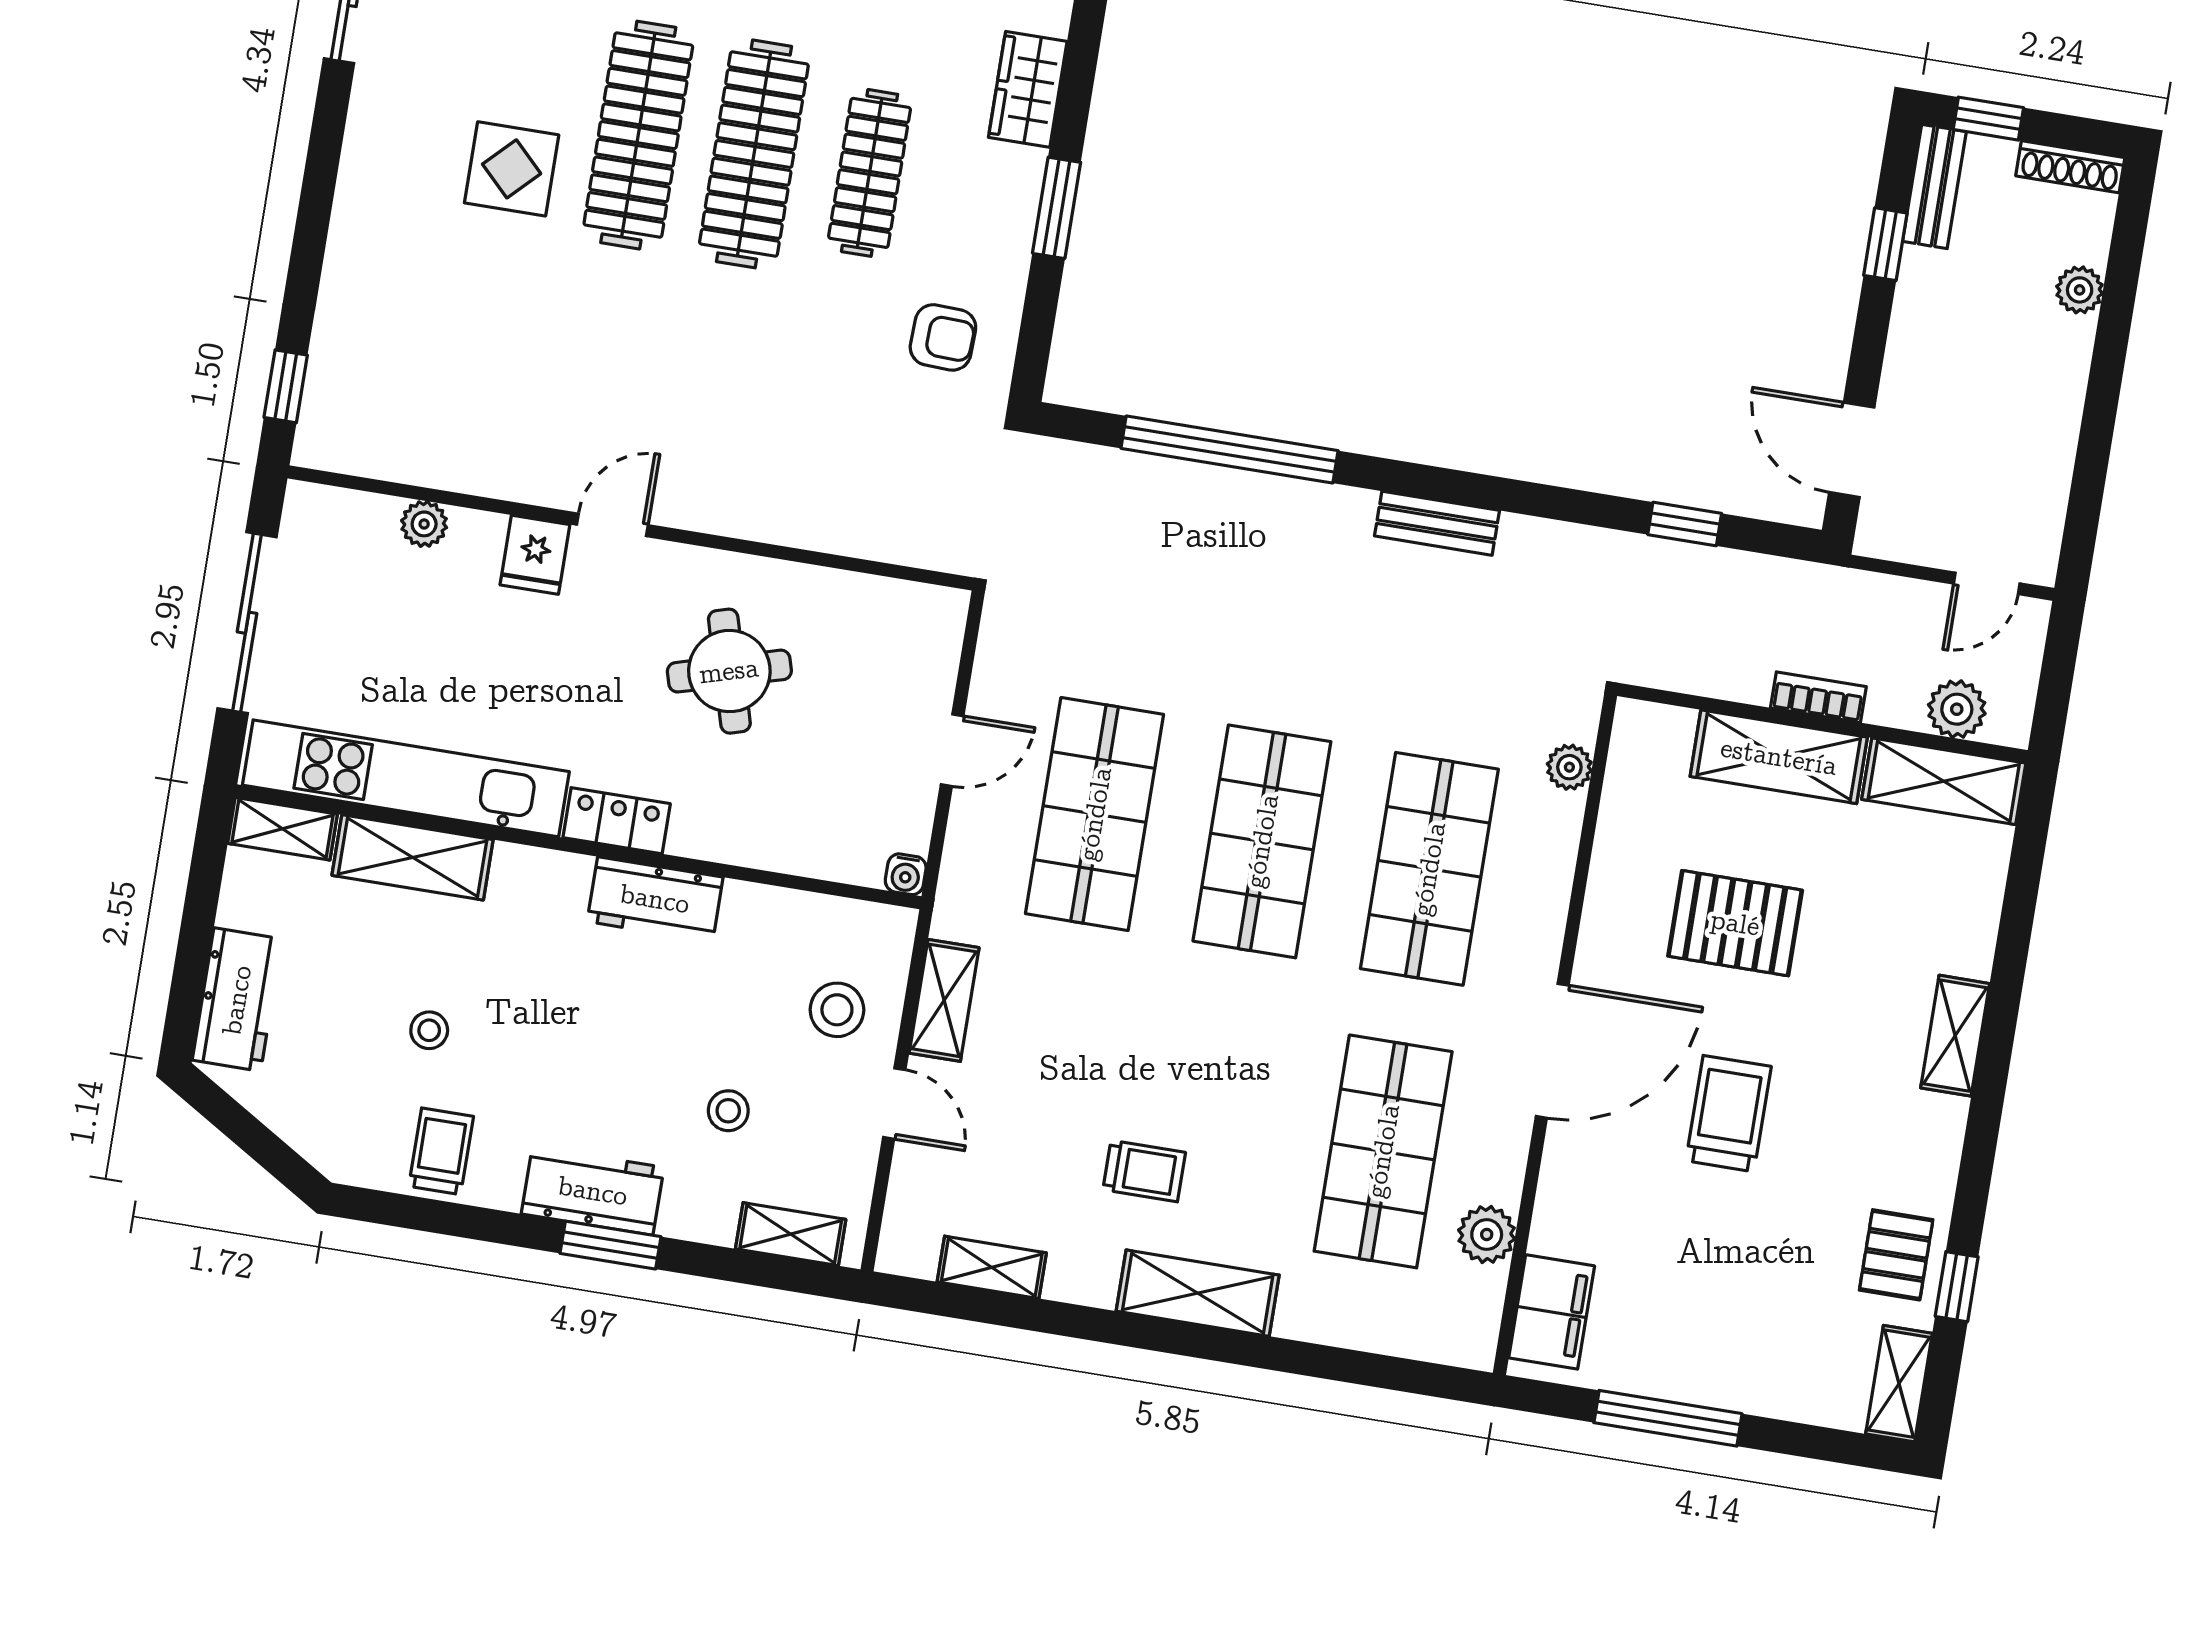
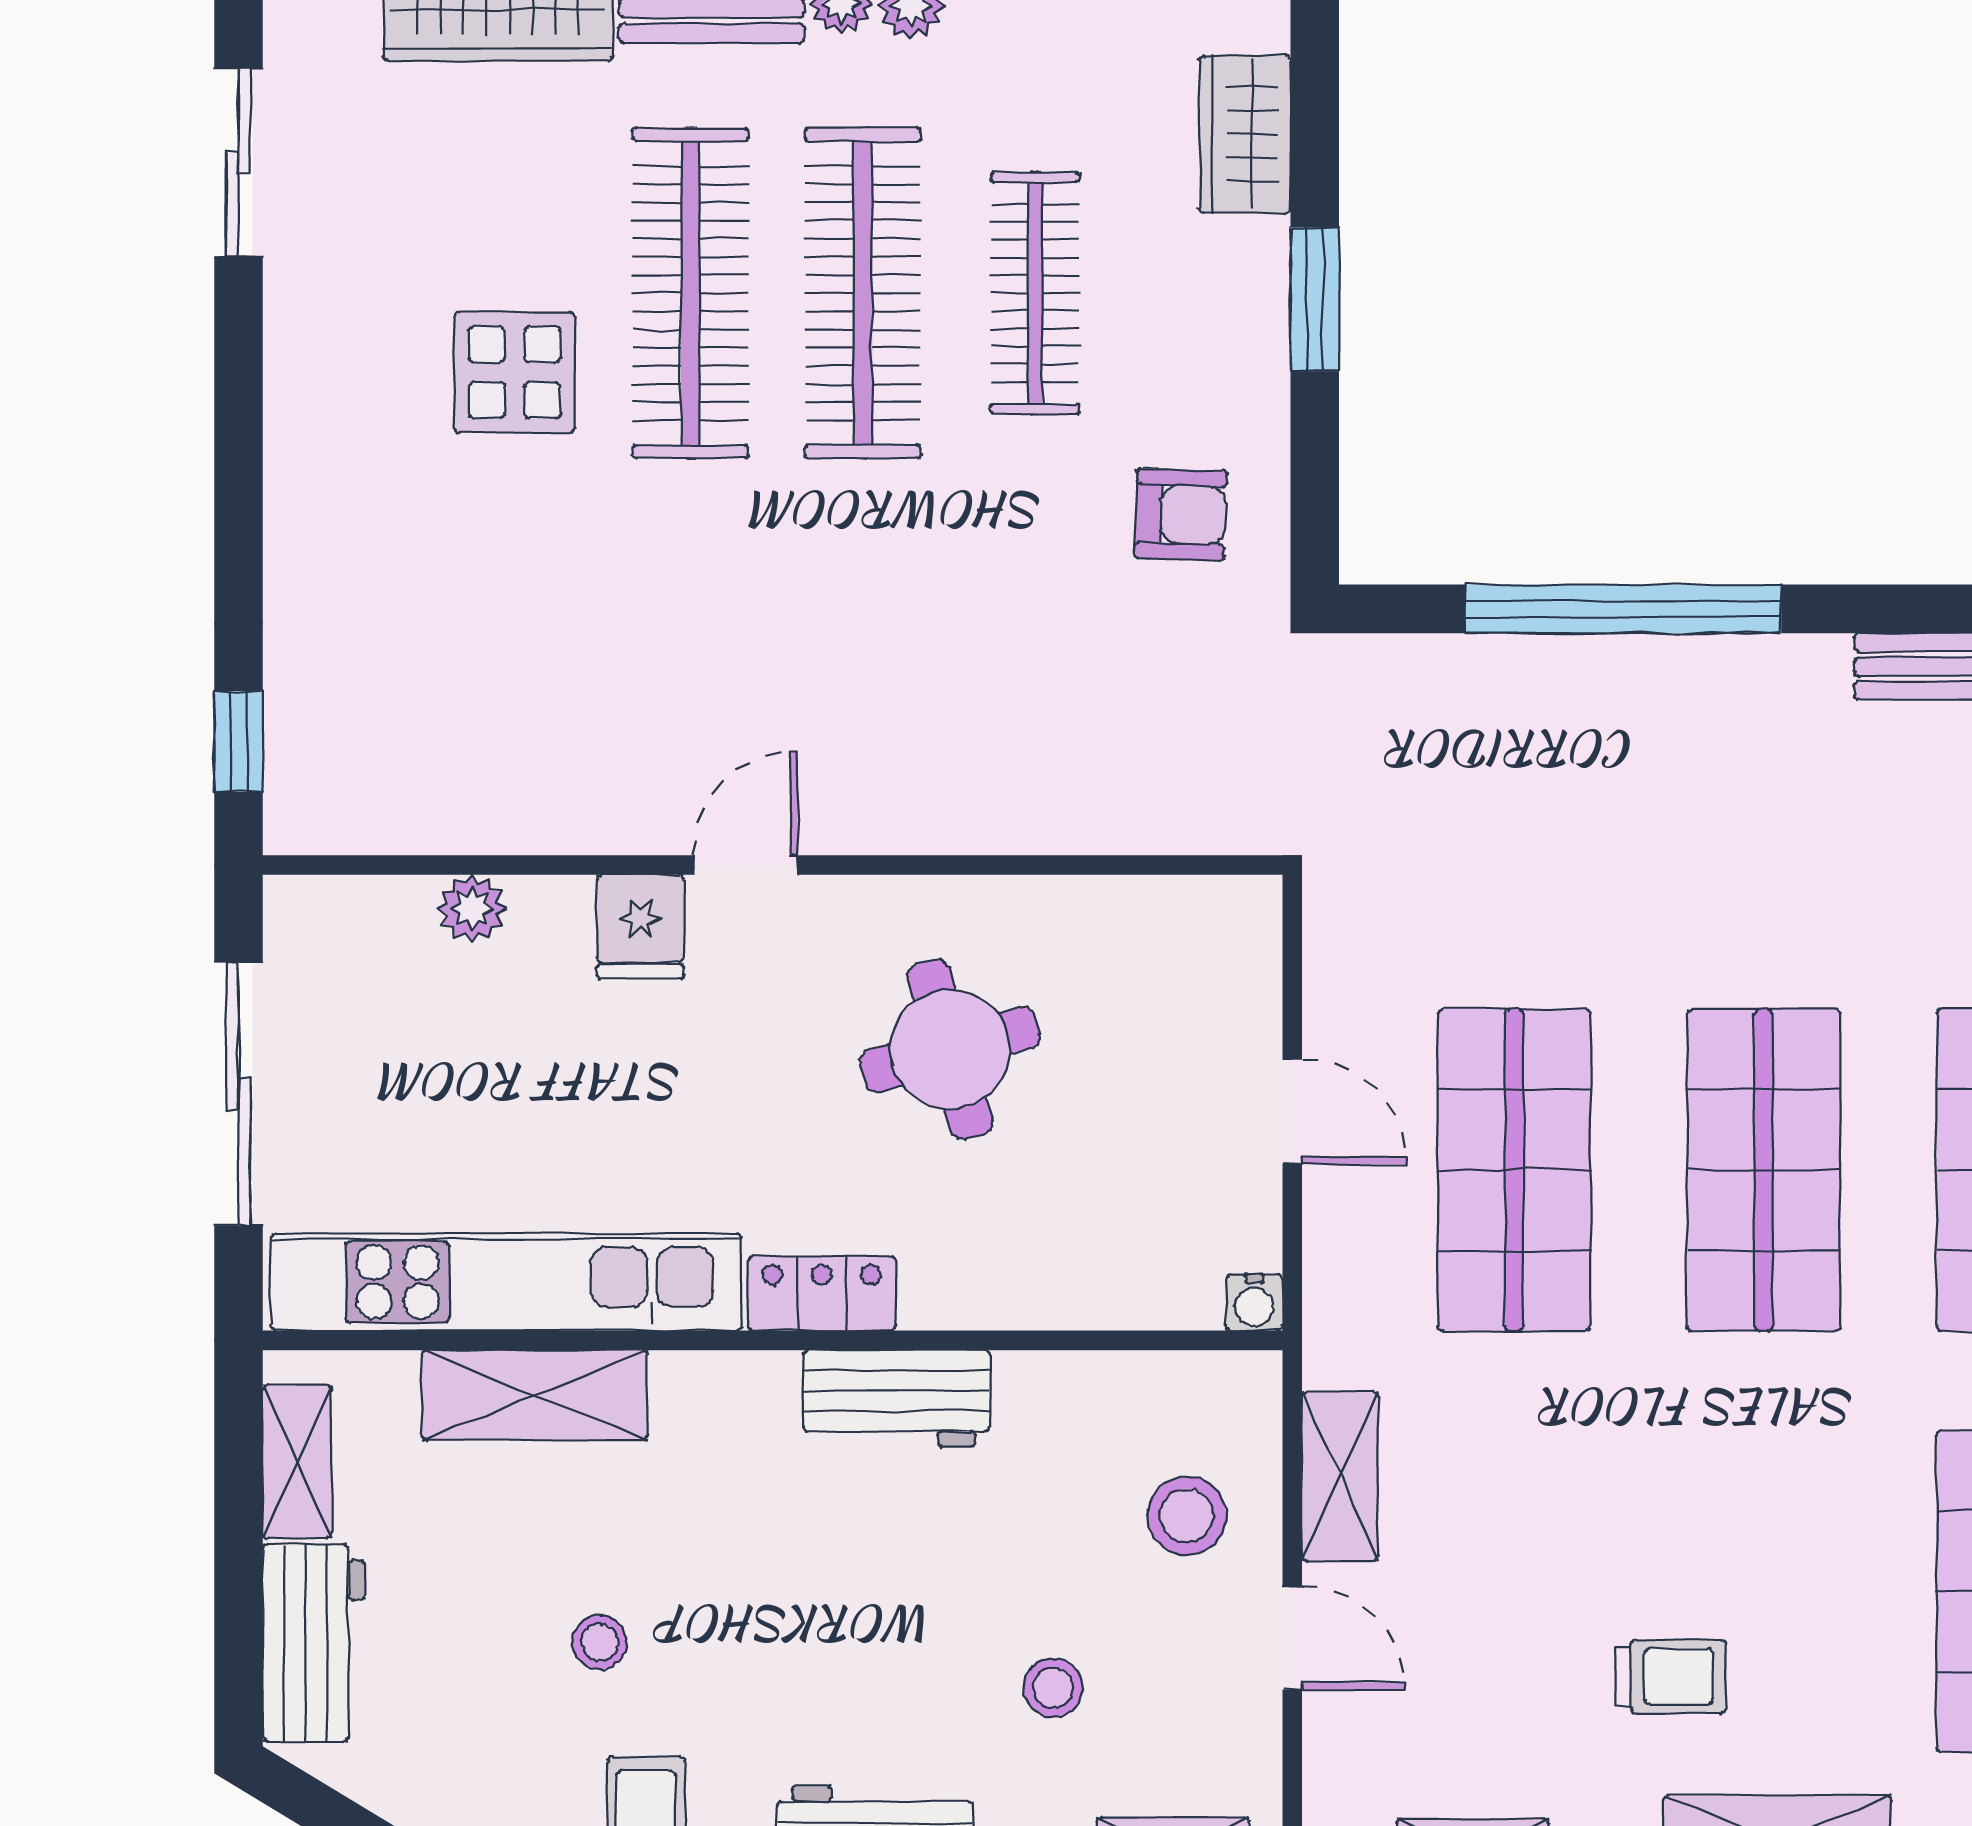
door: (952, 750) -> (1292, 1111), hinge flipped
shelving: (283, 829) -> (297, 1462), moved, turned 90

